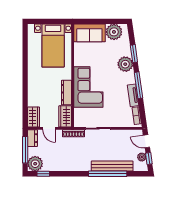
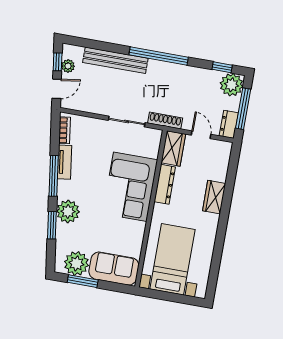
window: (108, 21) -> (83, 281), added
wardrobe: (34, 117) -> (214, 197), moved
door: (146, 141) -> (57, 89), hinge flipped
window: (108, 174) -> (159, 56), moved

